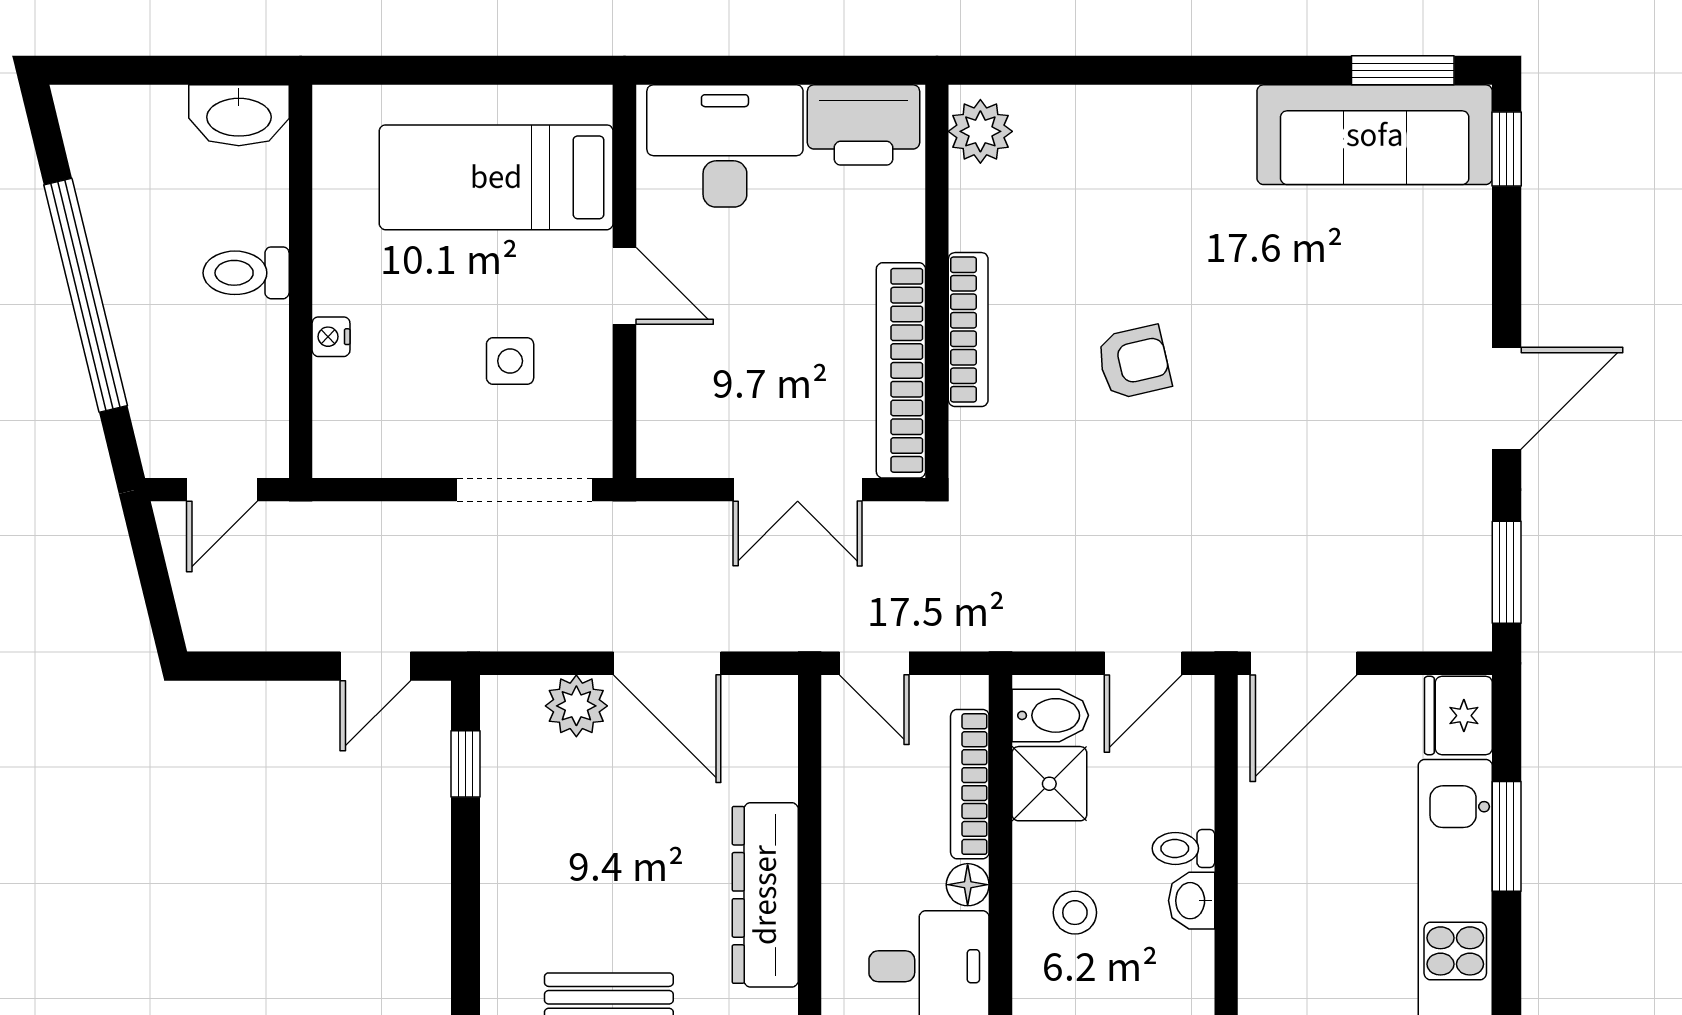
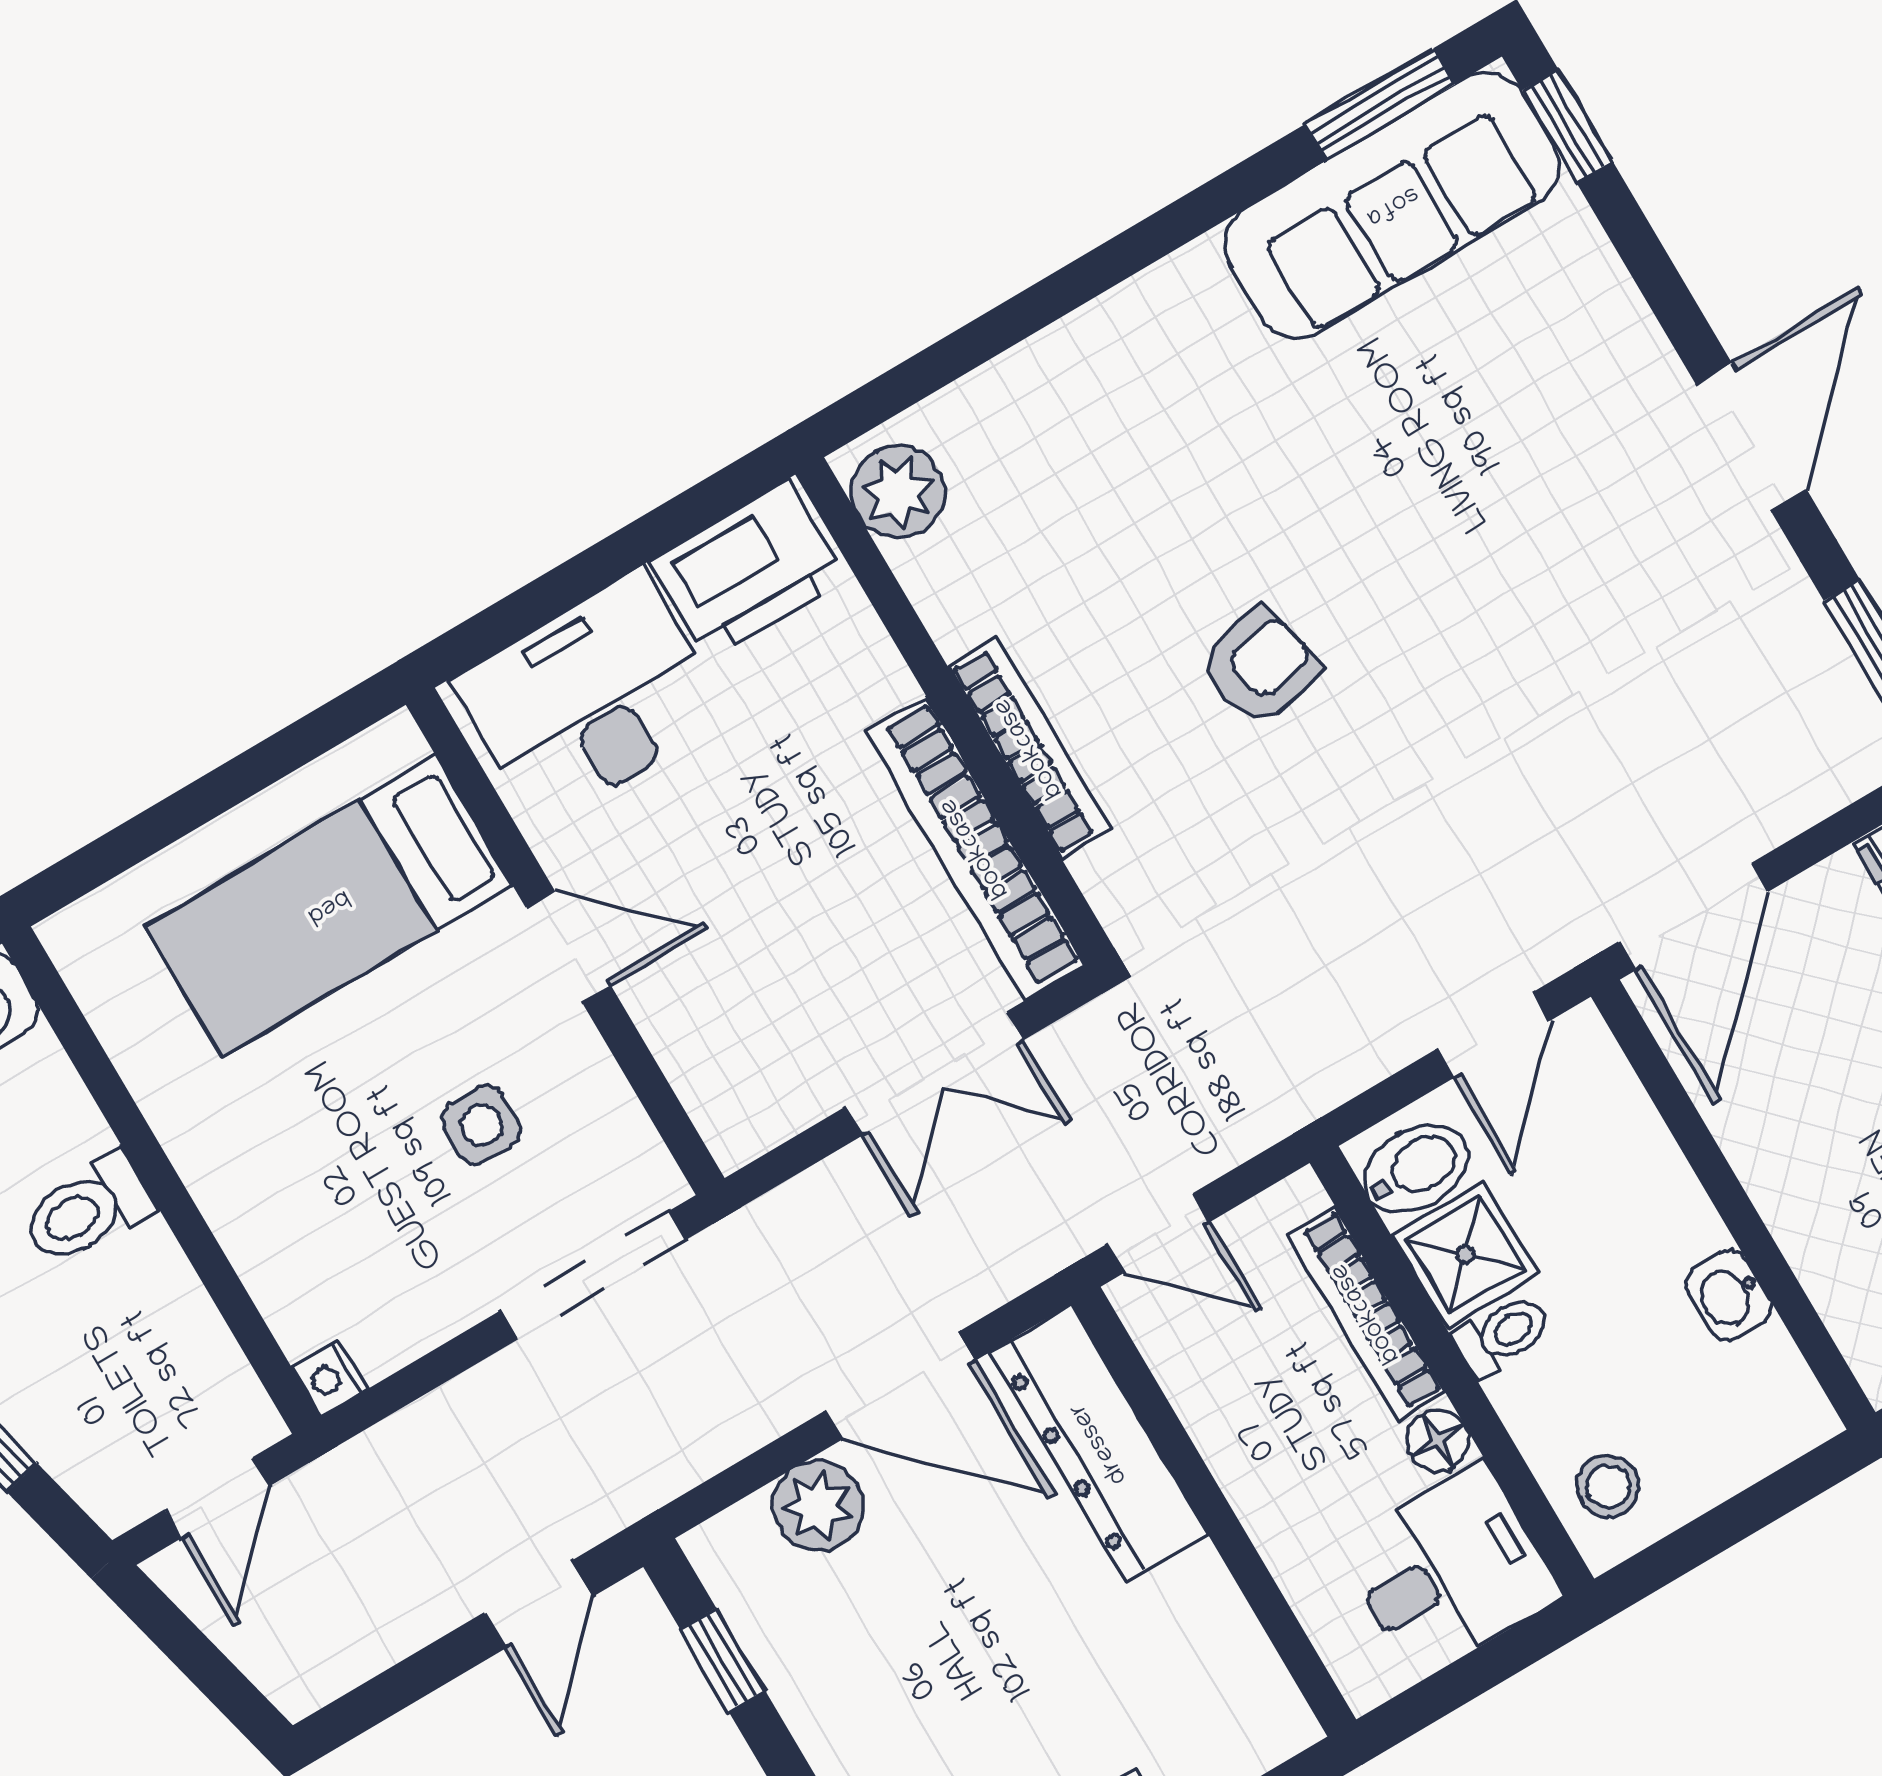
nightstand: (331, 337) -> (330, 1378), moved
toilet: (1183, 848) -> (1502, 1335), moved, turned 180
dresser: (765, 895) -> (1099, 1443), moved
stool: (1075, 913) -> (1608, 1486), moved

